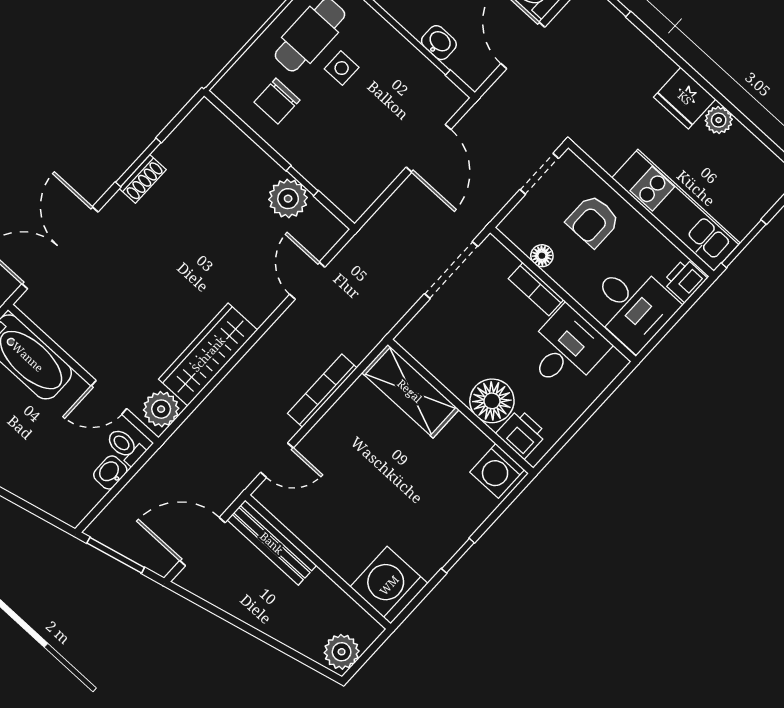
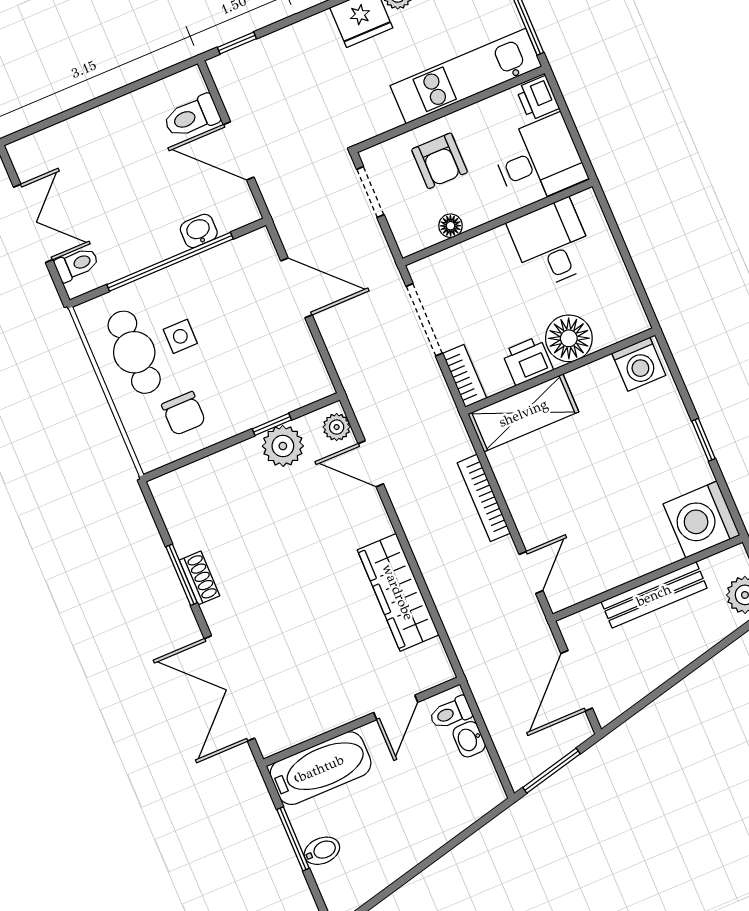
bookcase: (536, 289) -> (465, 376), moved, turned -90
plant: (161, 409) -> (337, 427), moved, width x0.73, depth x0.73
printer: (521, 434) -> (528, 361), moved
bench: (272, 543) -> (654, 595), moved

